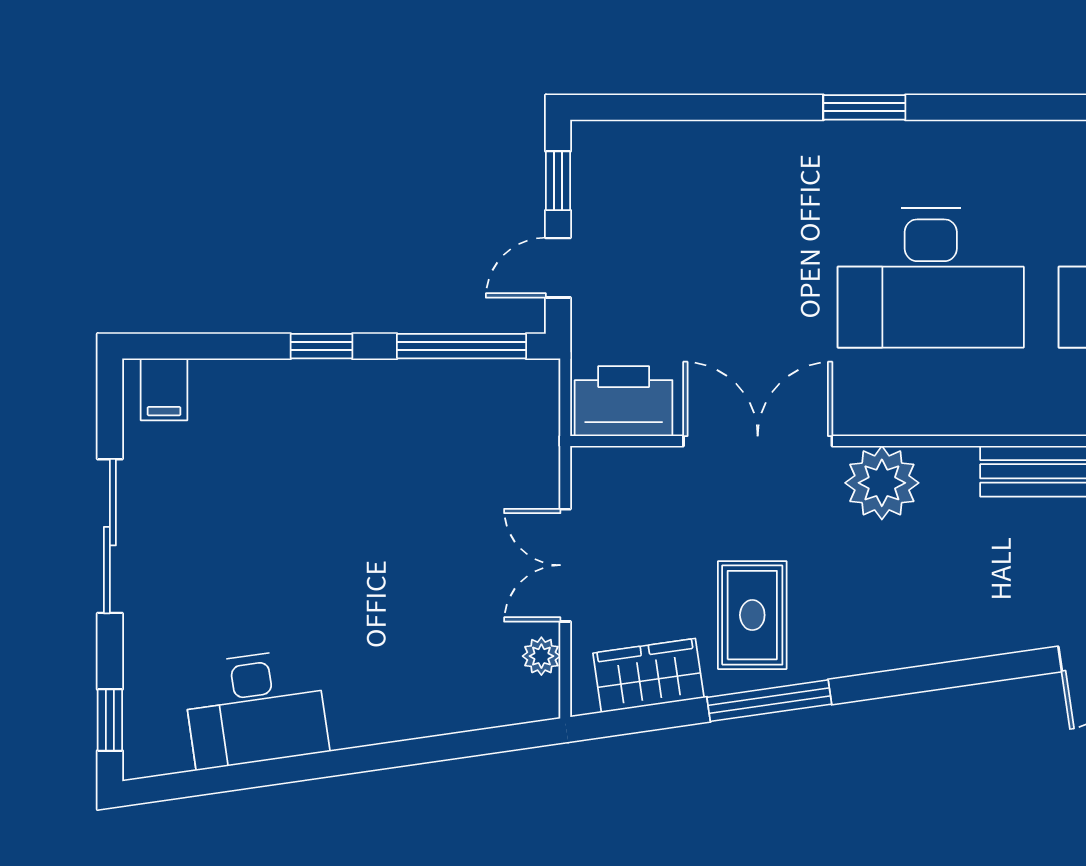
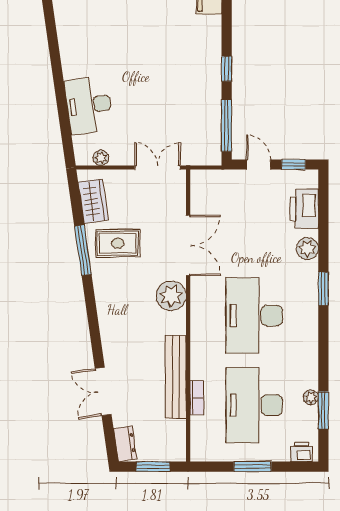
plant: (765, 147) -> (307, 249), added
printer: (624, 401) -> (304, 209), moved, turned 180
double door: (565, 565) -> (158, 168), moved
desk: (255, 708) -> (89, 105), moved

